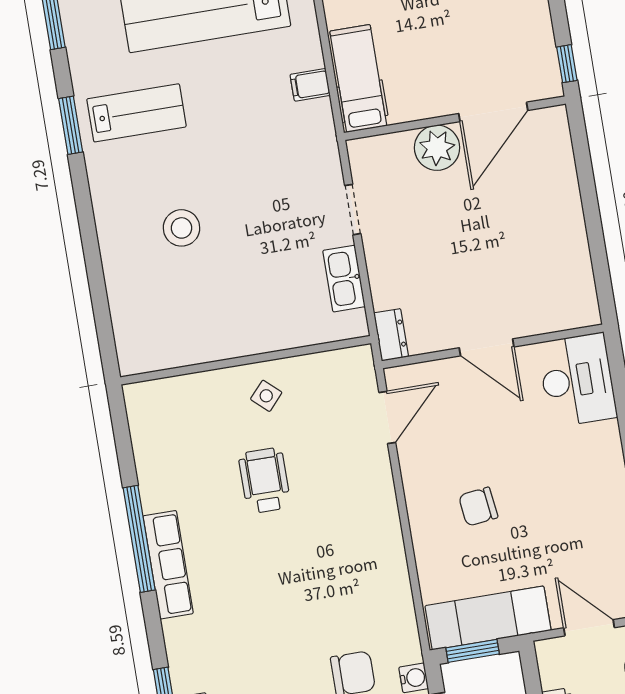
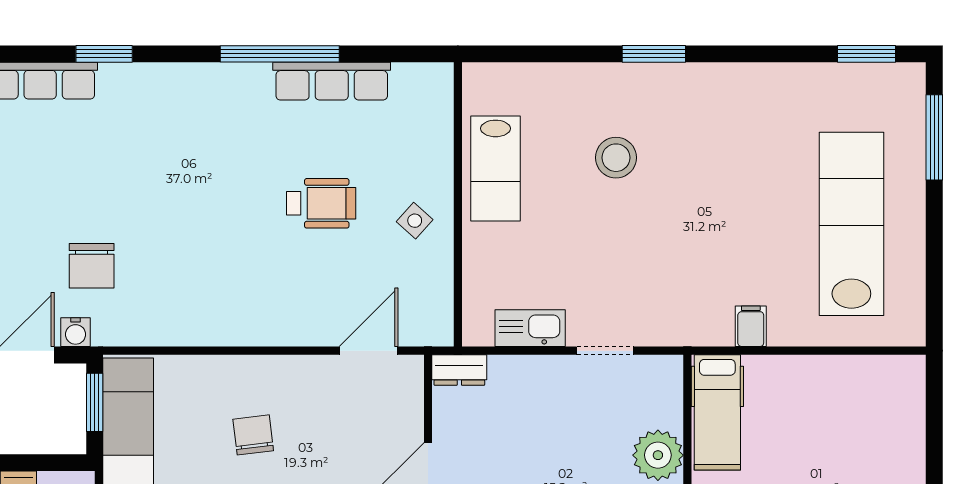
hospital bed: (358, 78) -> (717, 412), moved, turned 90
lab bench: (137, 113) -> (495, 168), moved
window: (71, 125) -> (654, 54), moved
door: (387, 417) -> (369, 351), swing flipped
row of seats: (168, 565) -> (332, 81), moved

